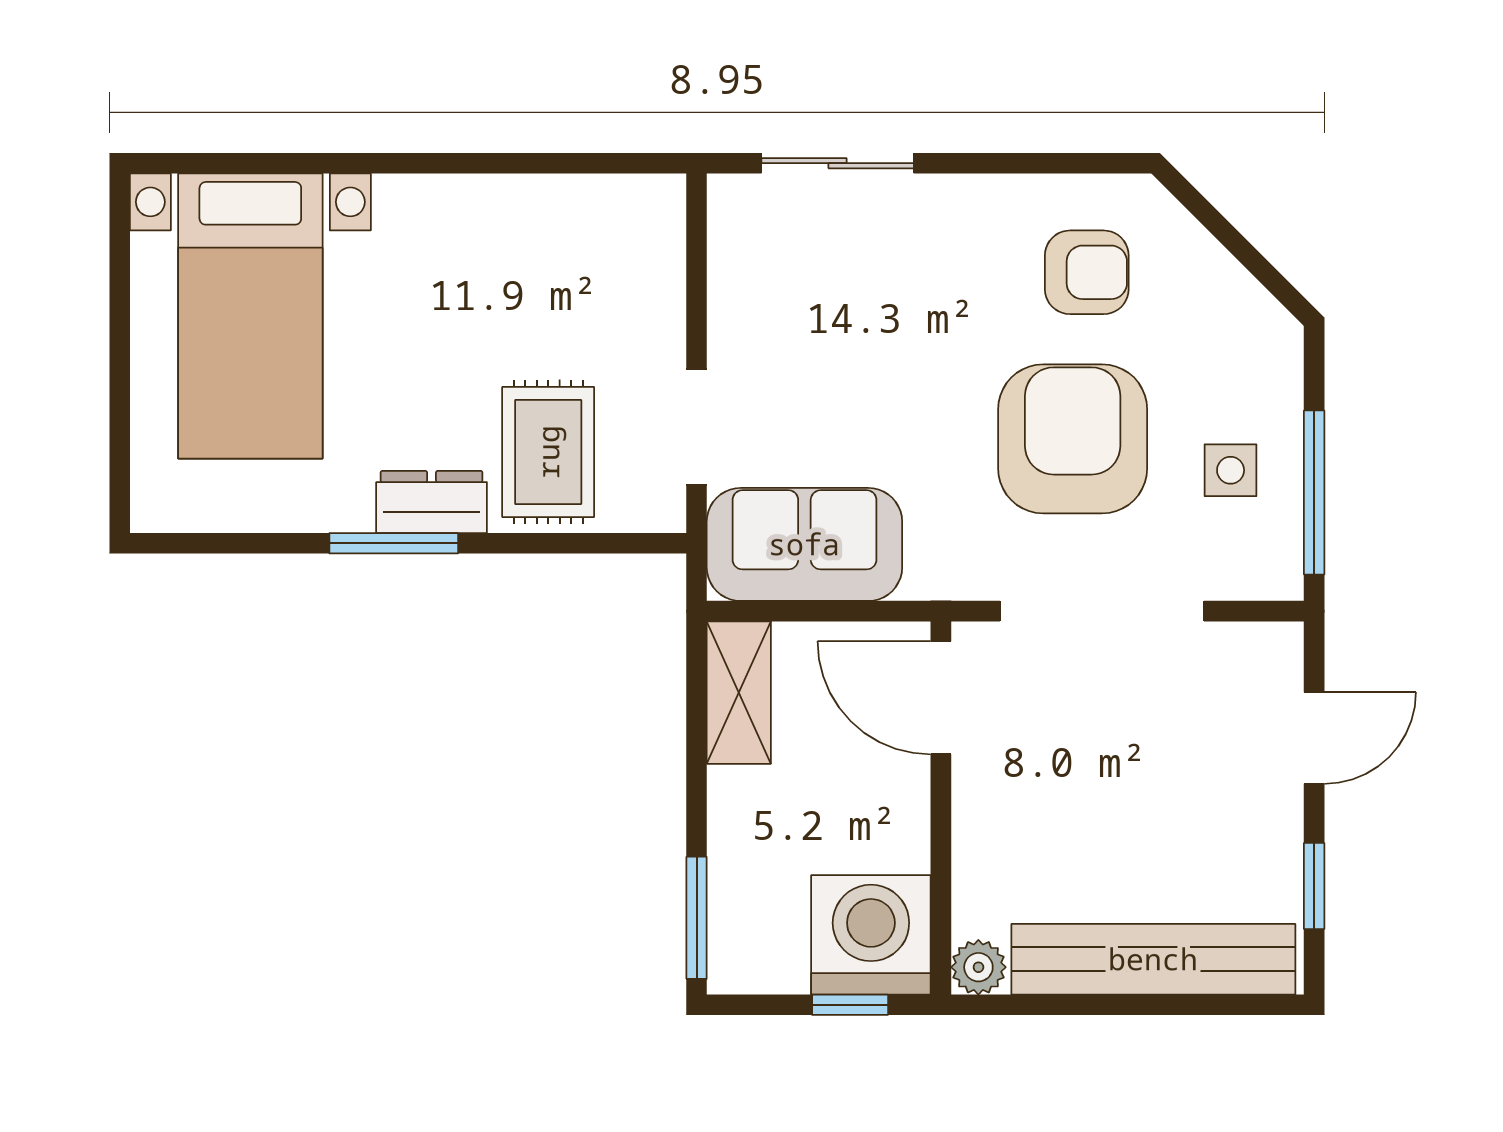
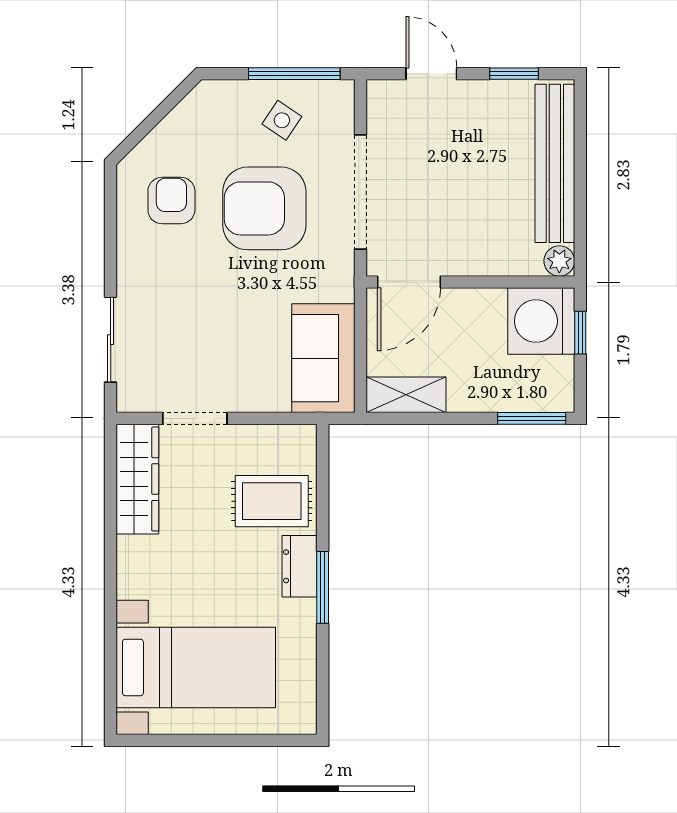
wardrobe: (588, 212) -> (137, 479), added
doorway: (697, 427) -> (195, 418), moved
side table: (1231, 470) -> (282, 120), turned 34

